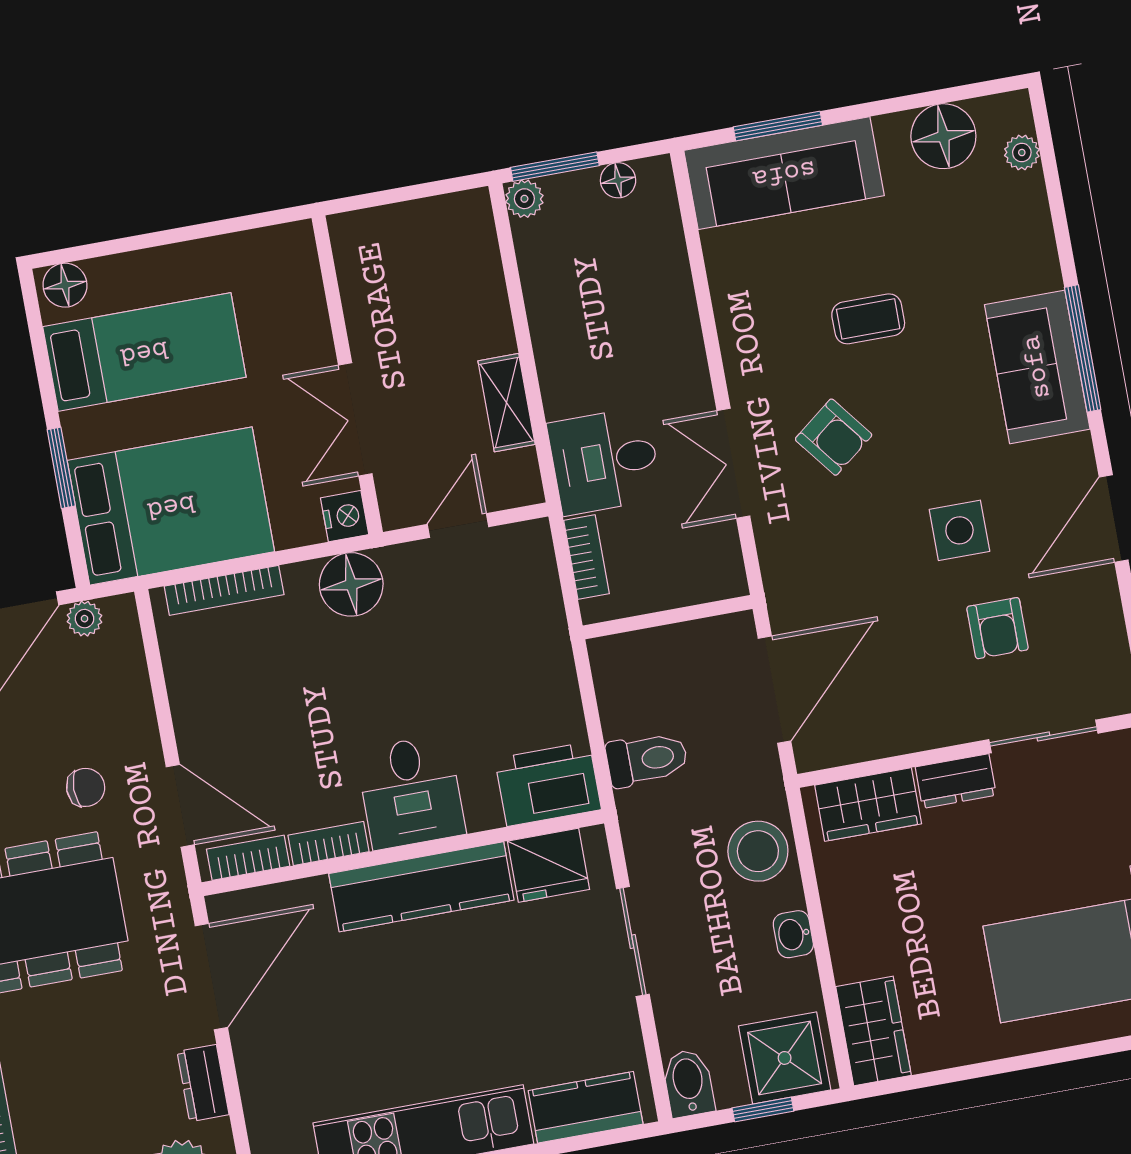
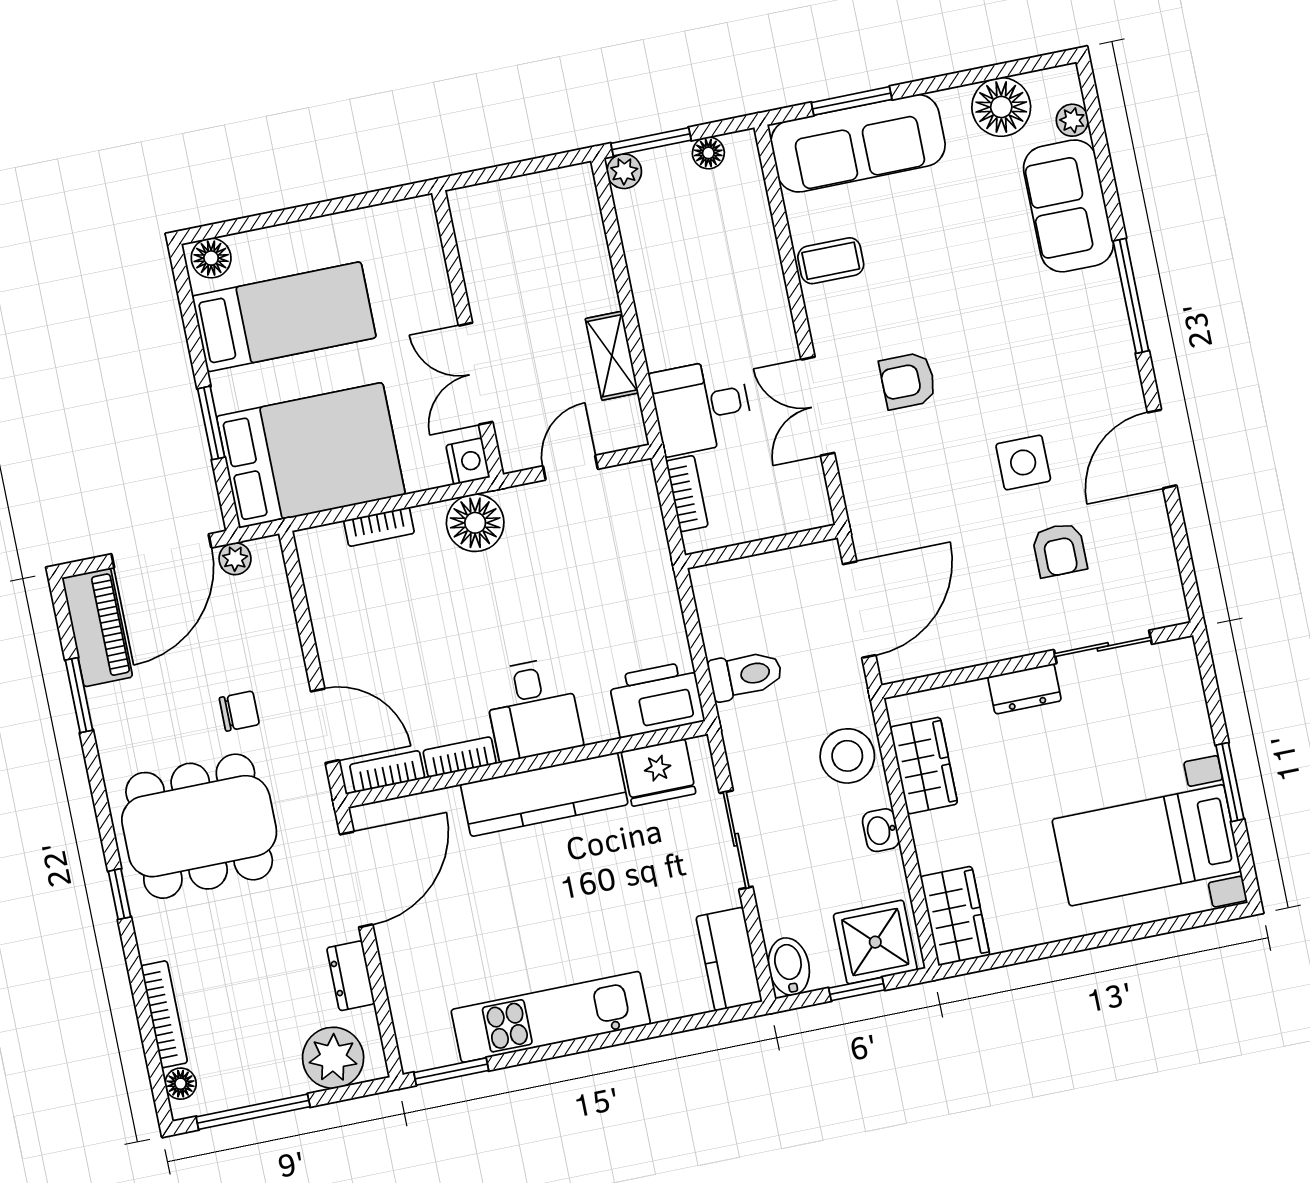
coffee table: (868, 319) -> (831, 261), moved
sofa: (1037, 367) -> (1068, 206), moved
armchair: (834, 437) -> (908, 381), turned 128
bookcase: (224, 590) -> (379, 527), width x0.64
wardrobe: (868, 805) -> (924, 766), moved, turned -90
kitchen counter: (586, 1107) -> (729, 959), moved, turned -90

